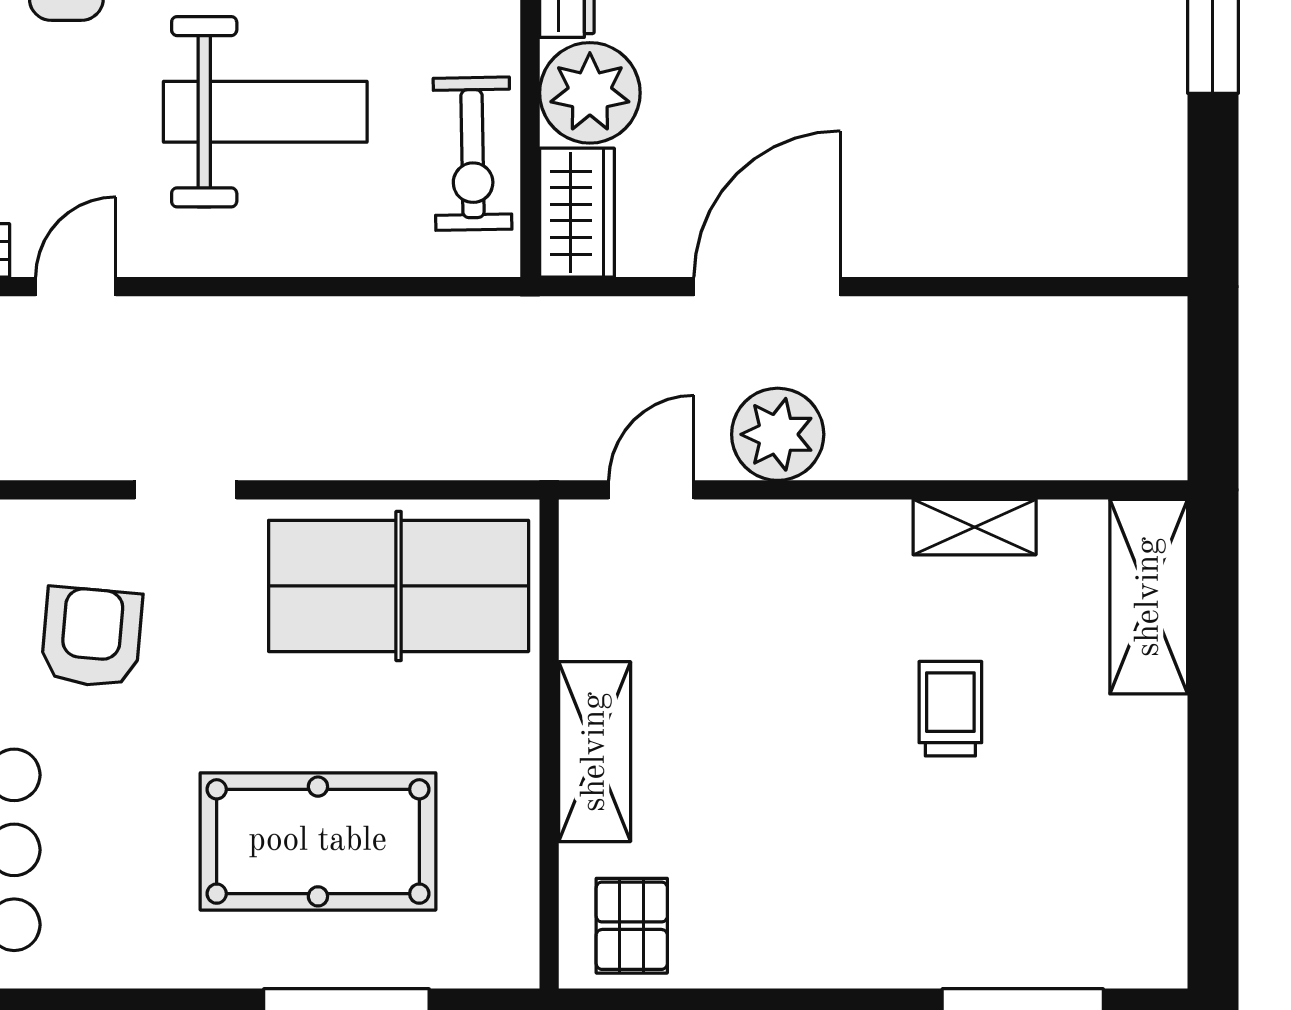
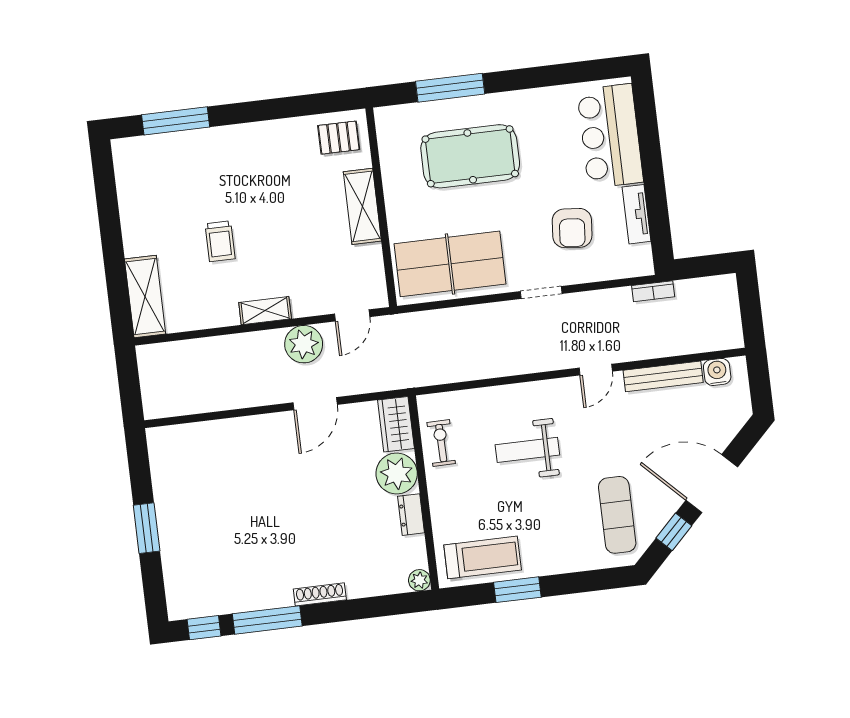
weight bench: (265, 112) -> (527, 450), width x0.73, depth x0.75
exercise bike: (473, 154) -> (441, 443), width x0.73, depth x0.72
door: (767, 287) -> (315, 404), width x0.73
shelving: (975, 527) -> (265, 311), moved
pallet: (632, 926) -> (339, 138), turned 90

